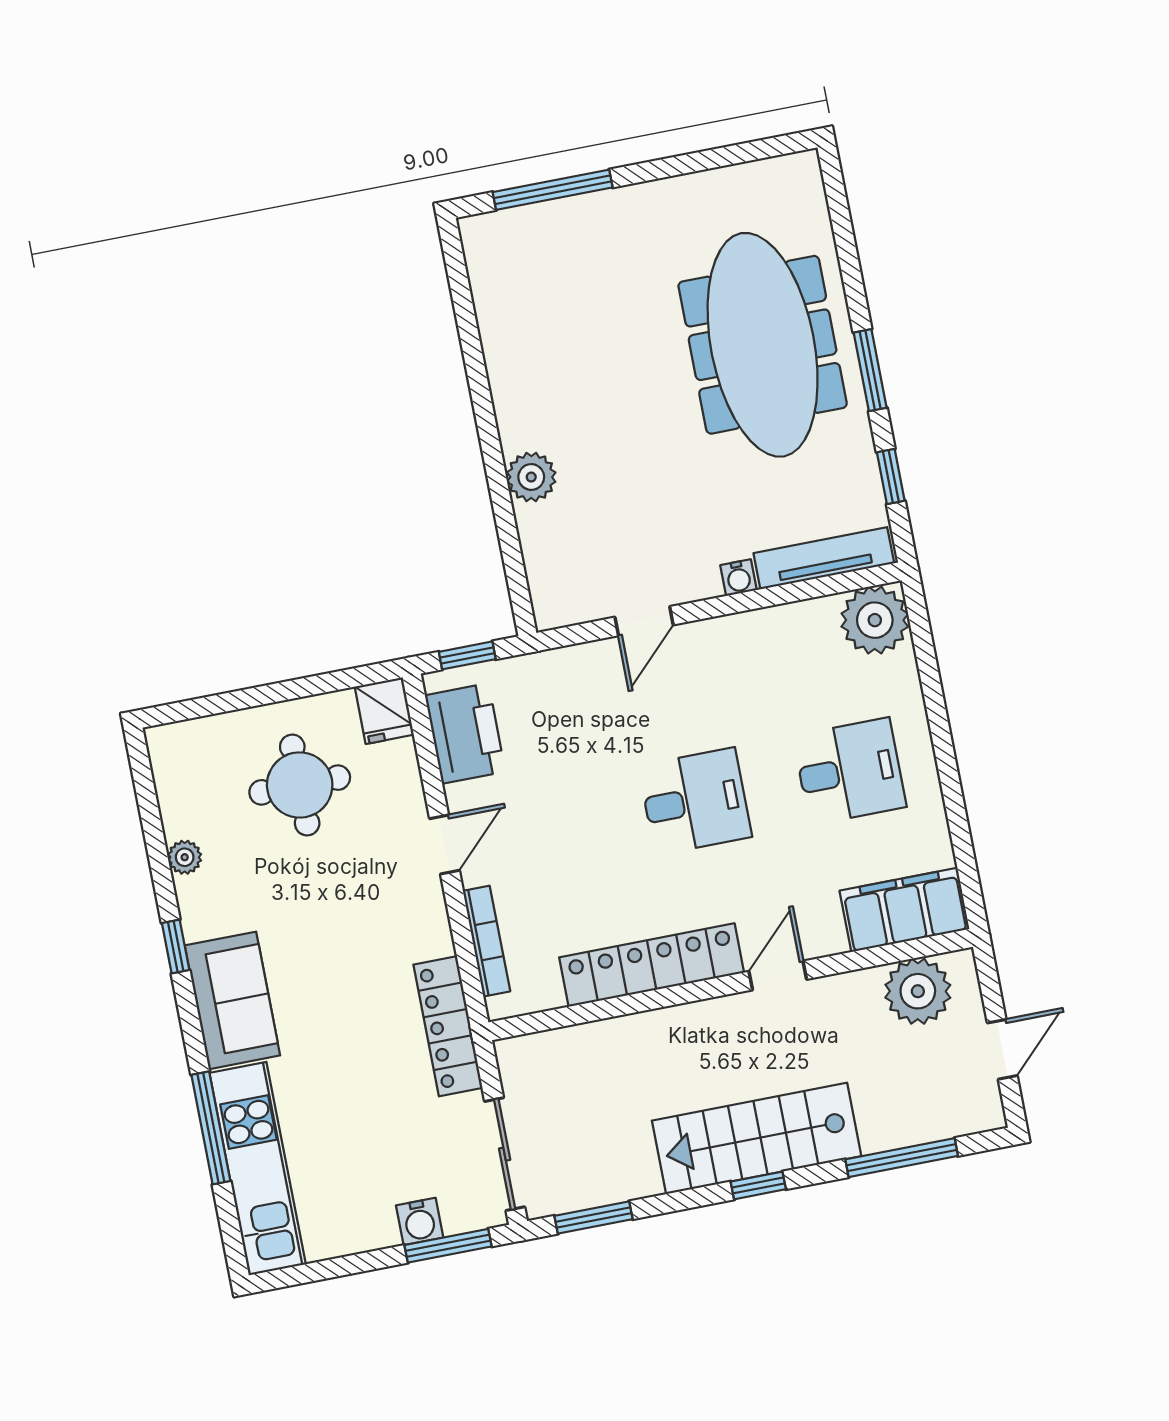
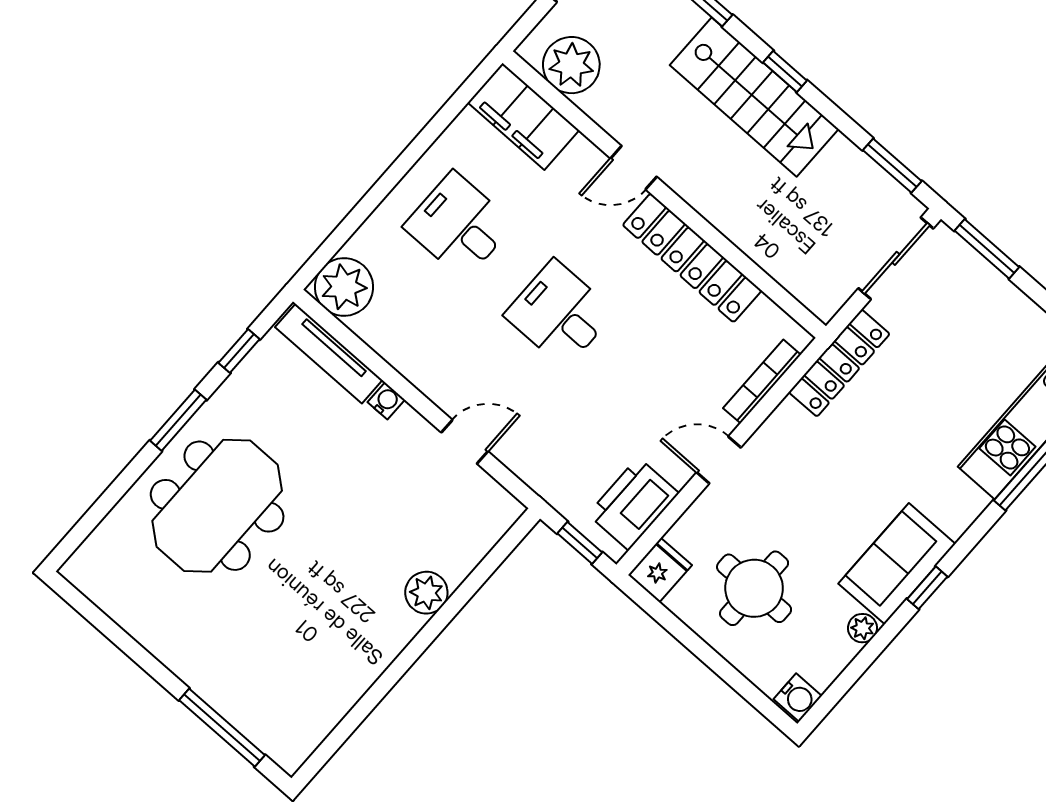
meeting table: (763, 345) -> (217, 506), width x0.73
sofa: (232, 1000) -> (897, 564), moved
water cooler: (420, 1221) -> (798, 698), moved, turned 90

